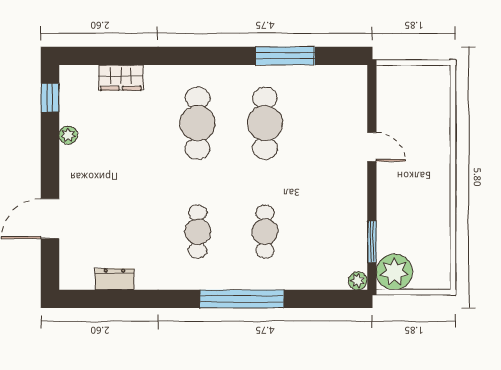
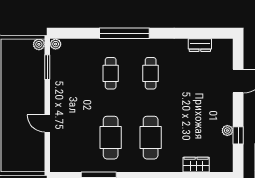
window: (50, 98) -> (238, 135), moved
plant: (394, 272) -> (39, 44), width x0.53, depth x0.53

